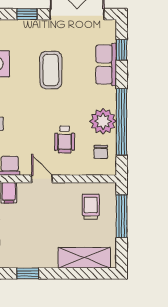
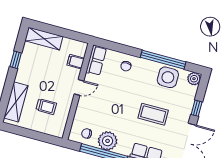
wheelchair: (65, 140) -> (102, 111), removed
trolley: (91, 207) -> (46, 107), moved
window: (122, 216) -> (38, 136), removed

